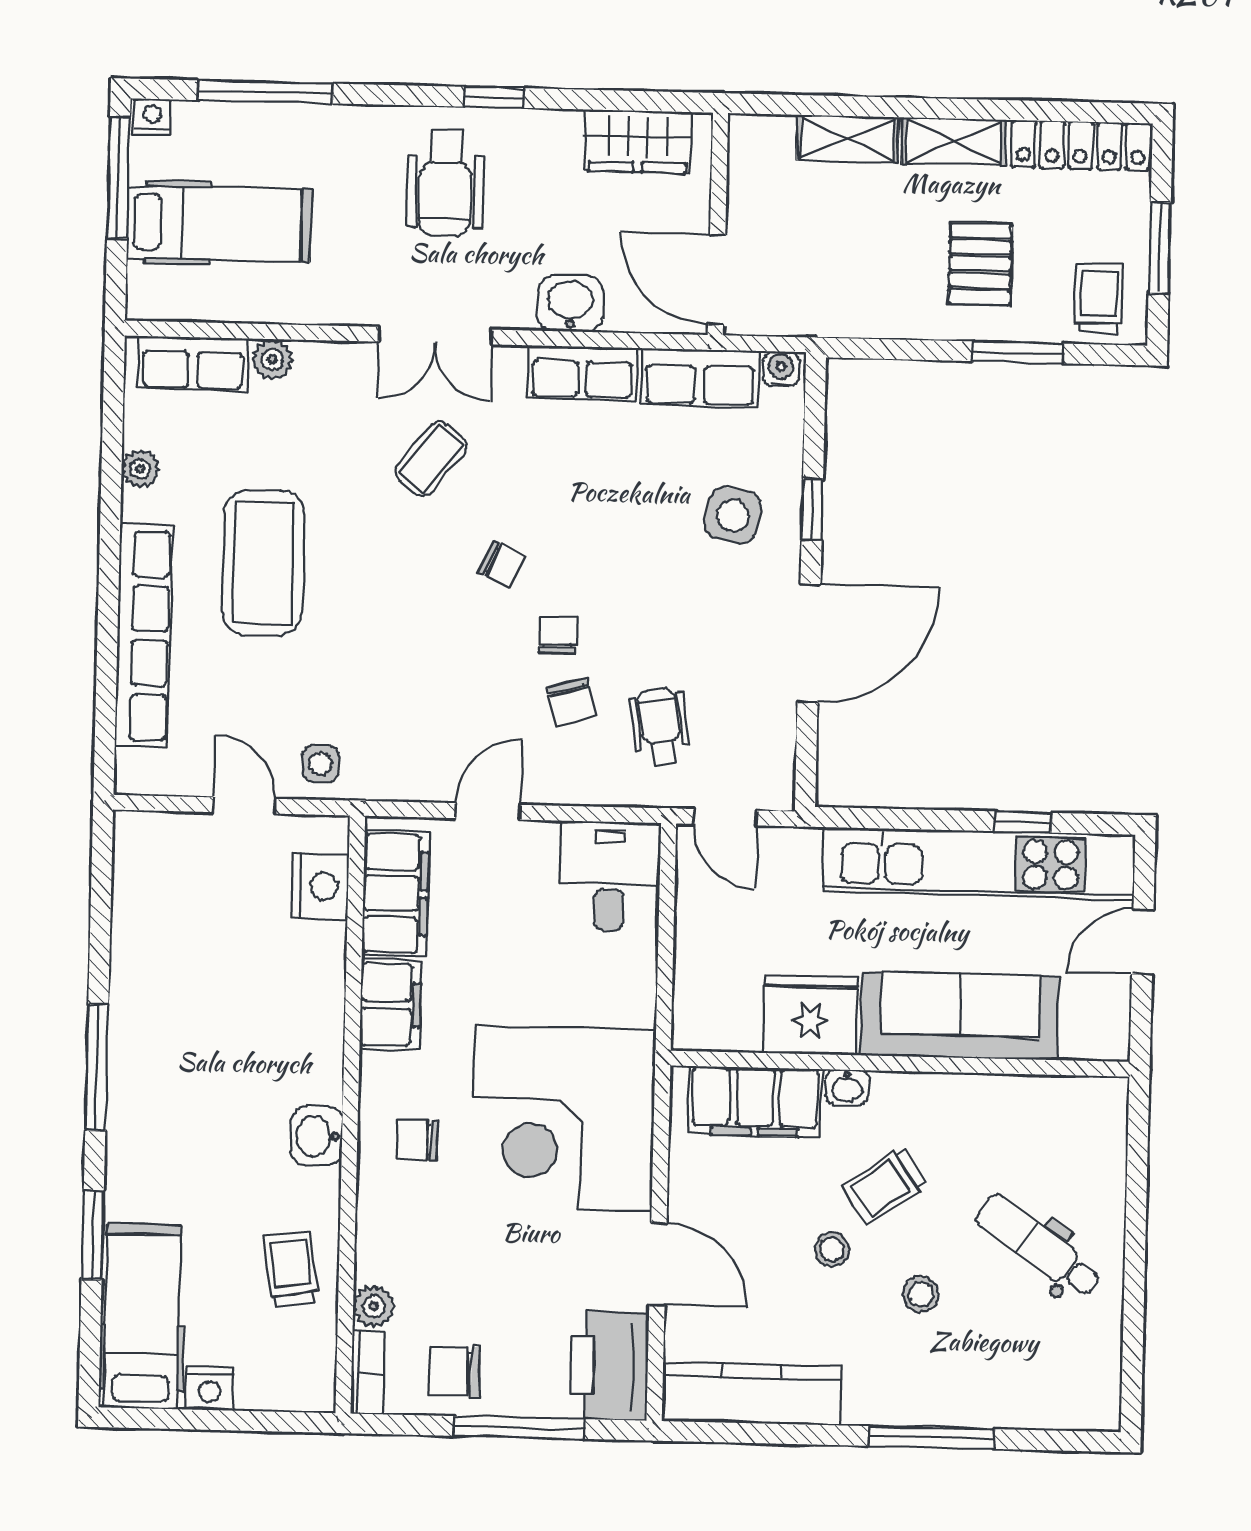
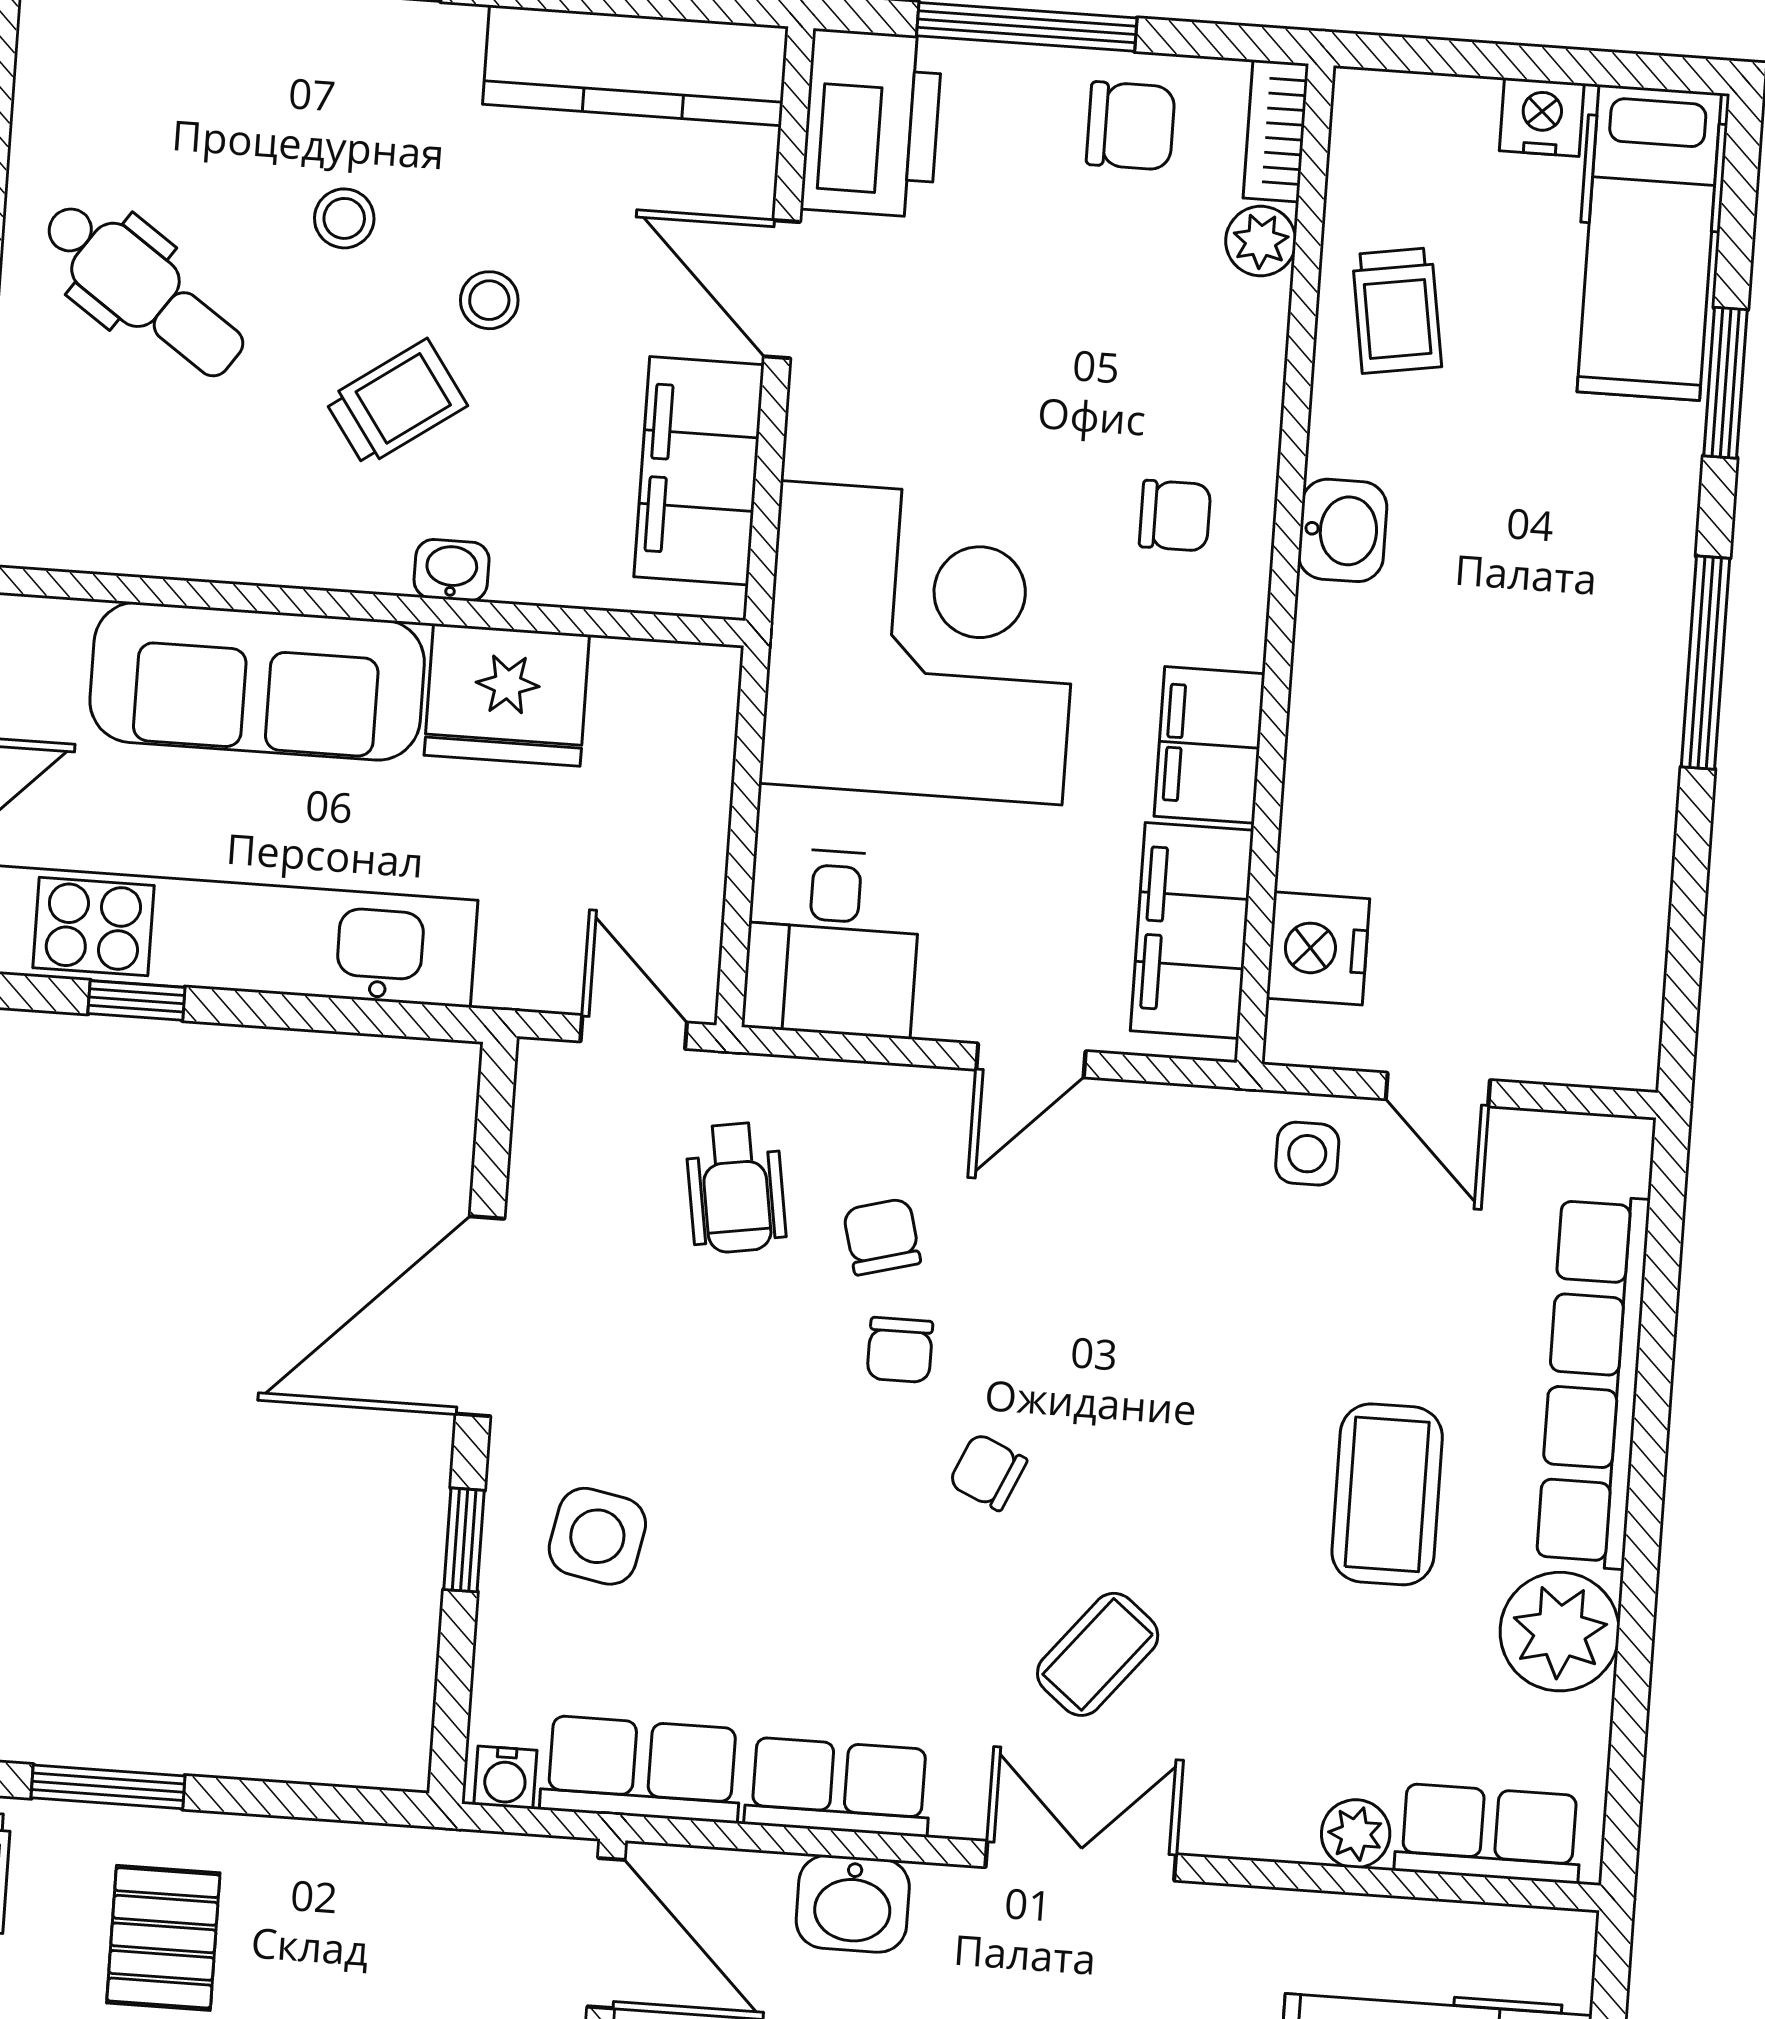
plant: (140, 469) -> (1560, 1632), width x1.88, depth x1.88
coffee table: (263, 563) -> (1387, 1494), width x0.73, depth x0.76
filing cabinet: (755, 1102) -> (699, 471), moved, turned -90
corner desk: (563, 1118) -> (921, 643), moved

